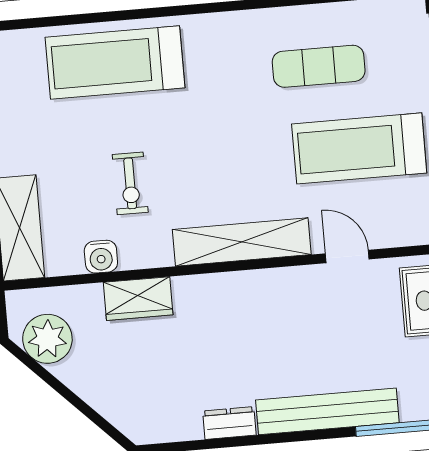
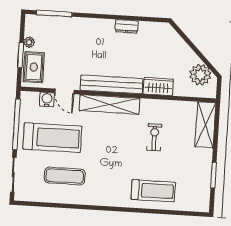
treadmill: (115, 63) -> (153, 191), width x0.73, depth x0.73
water cooler: (101, 257) -> (47, 99), moved
bench: (327, 411) -> (112, 84), moved

